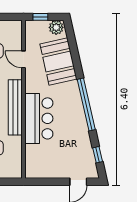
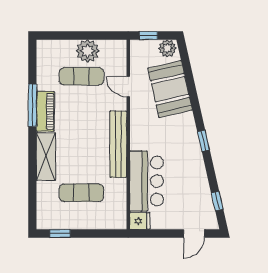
window: (86, 105) -> (203, 141), width x0.32
bar counter: (39, 118) -> (147, 181), moved
fridge: (33, 171) -> (140, 221), added

